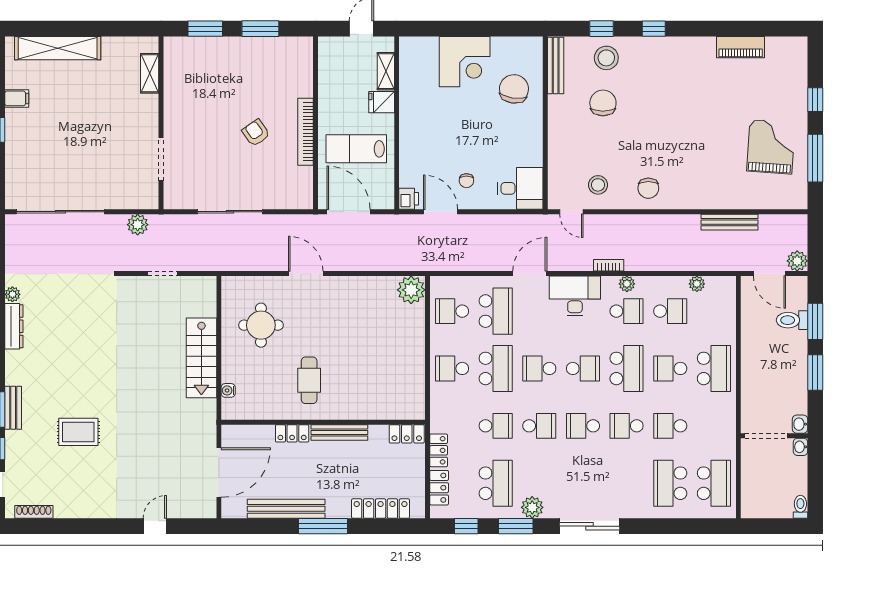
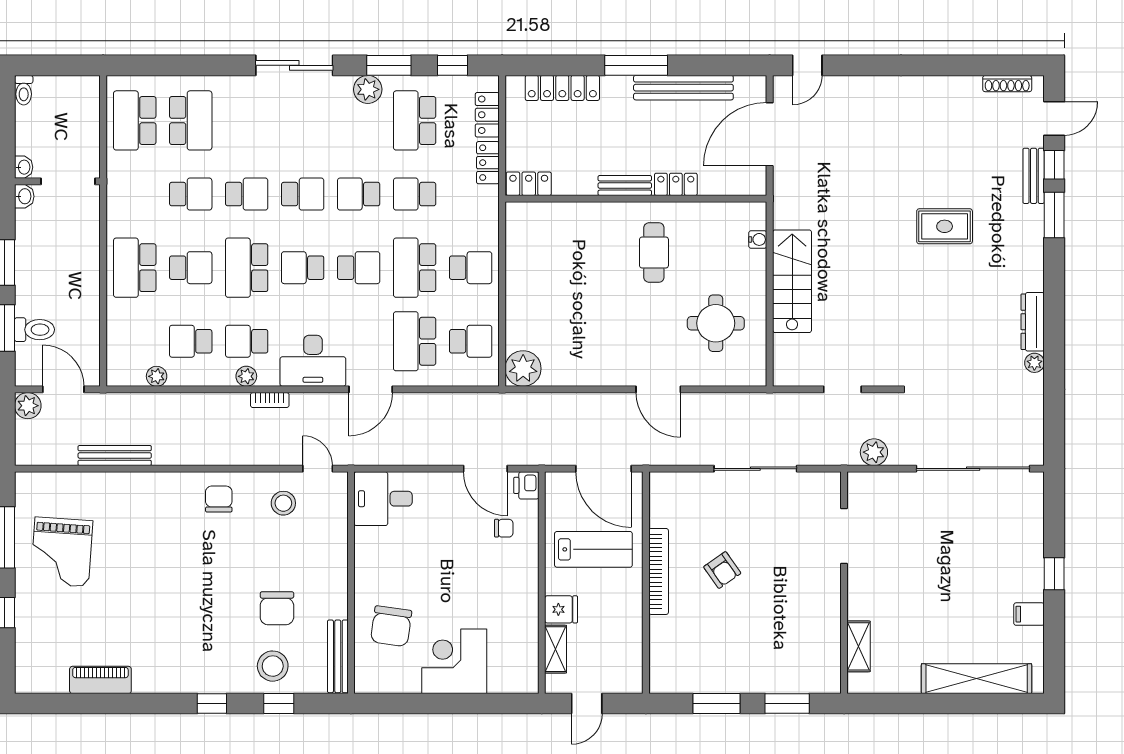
chair: (466, 181) -> (504, 528), moved, turned 90
bench: (13, 408) -> (1034, 176), moved
rug: (78, 432) -> (945, 226), moved
bench: (339, 432) -> (625, 186), width x0.73
door: (155, 526) -> (807, 65), moved

